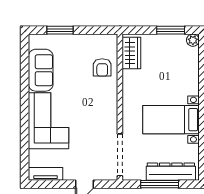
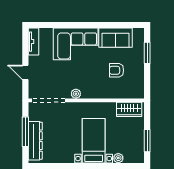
plant: (193, 40) -> (118, 158), moved
armchair: (102, 67) -> (116, 70), moved
plant: (111, 120) -> (76, 94), added
bed with nightstands: (171, 120) -> (94, 141), moved

